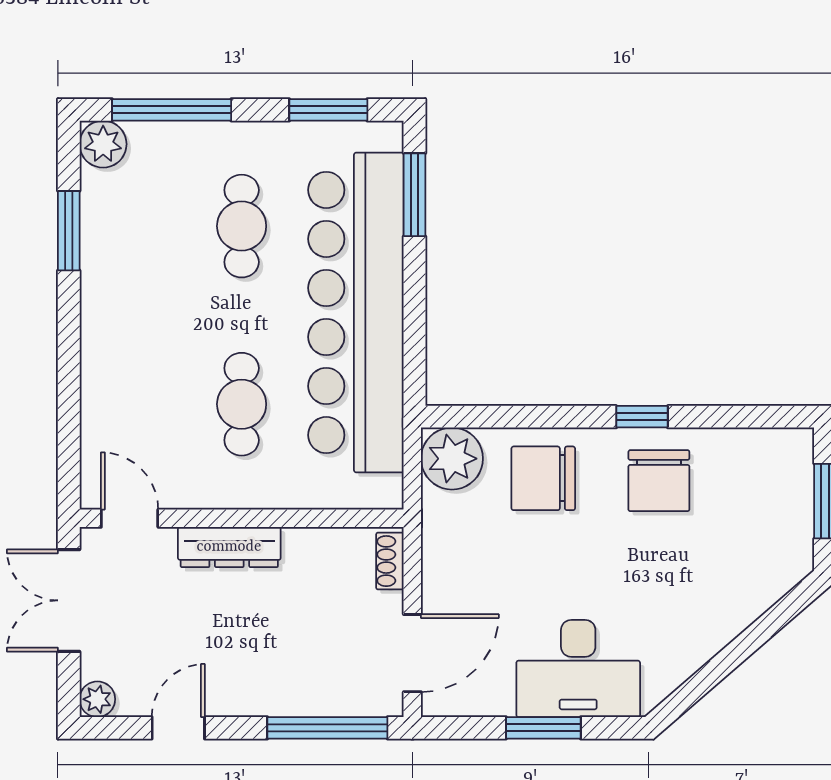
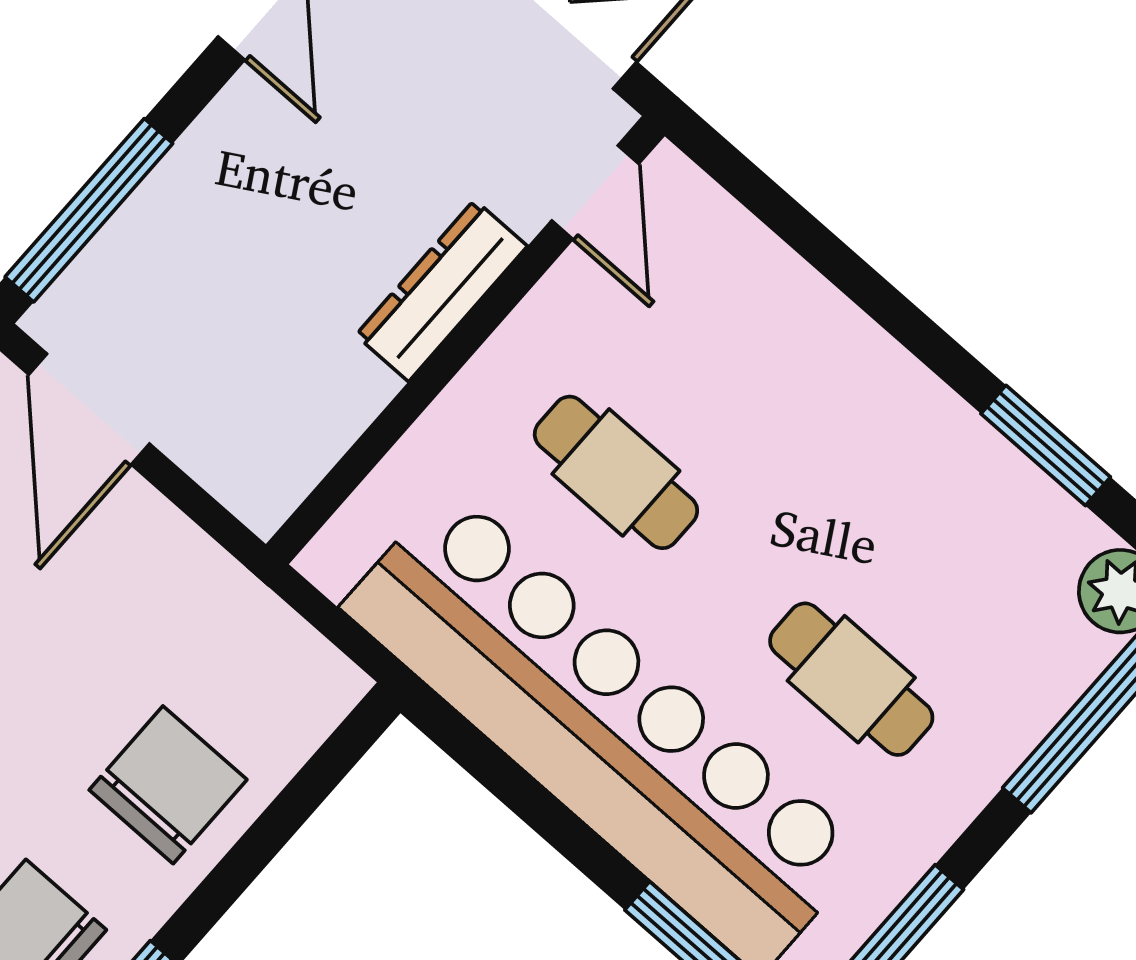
plant: (452, 459) -> (300, 687), removed
door: (130, 518) -> (595, 192), hinge flipped
shoe rack: (390, 561) -> (237, 486), removed

